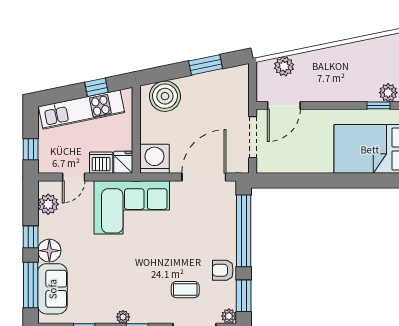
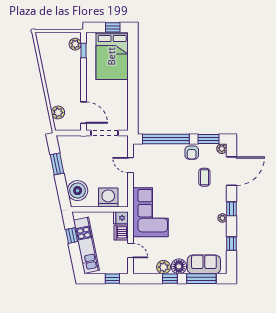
washing machine: (154, 159) -> (108, 197), moved, turned 90
door: (204, 177) -> (131, 165), width x0.53
plant: (48, 204) -> (164, 267), moved

